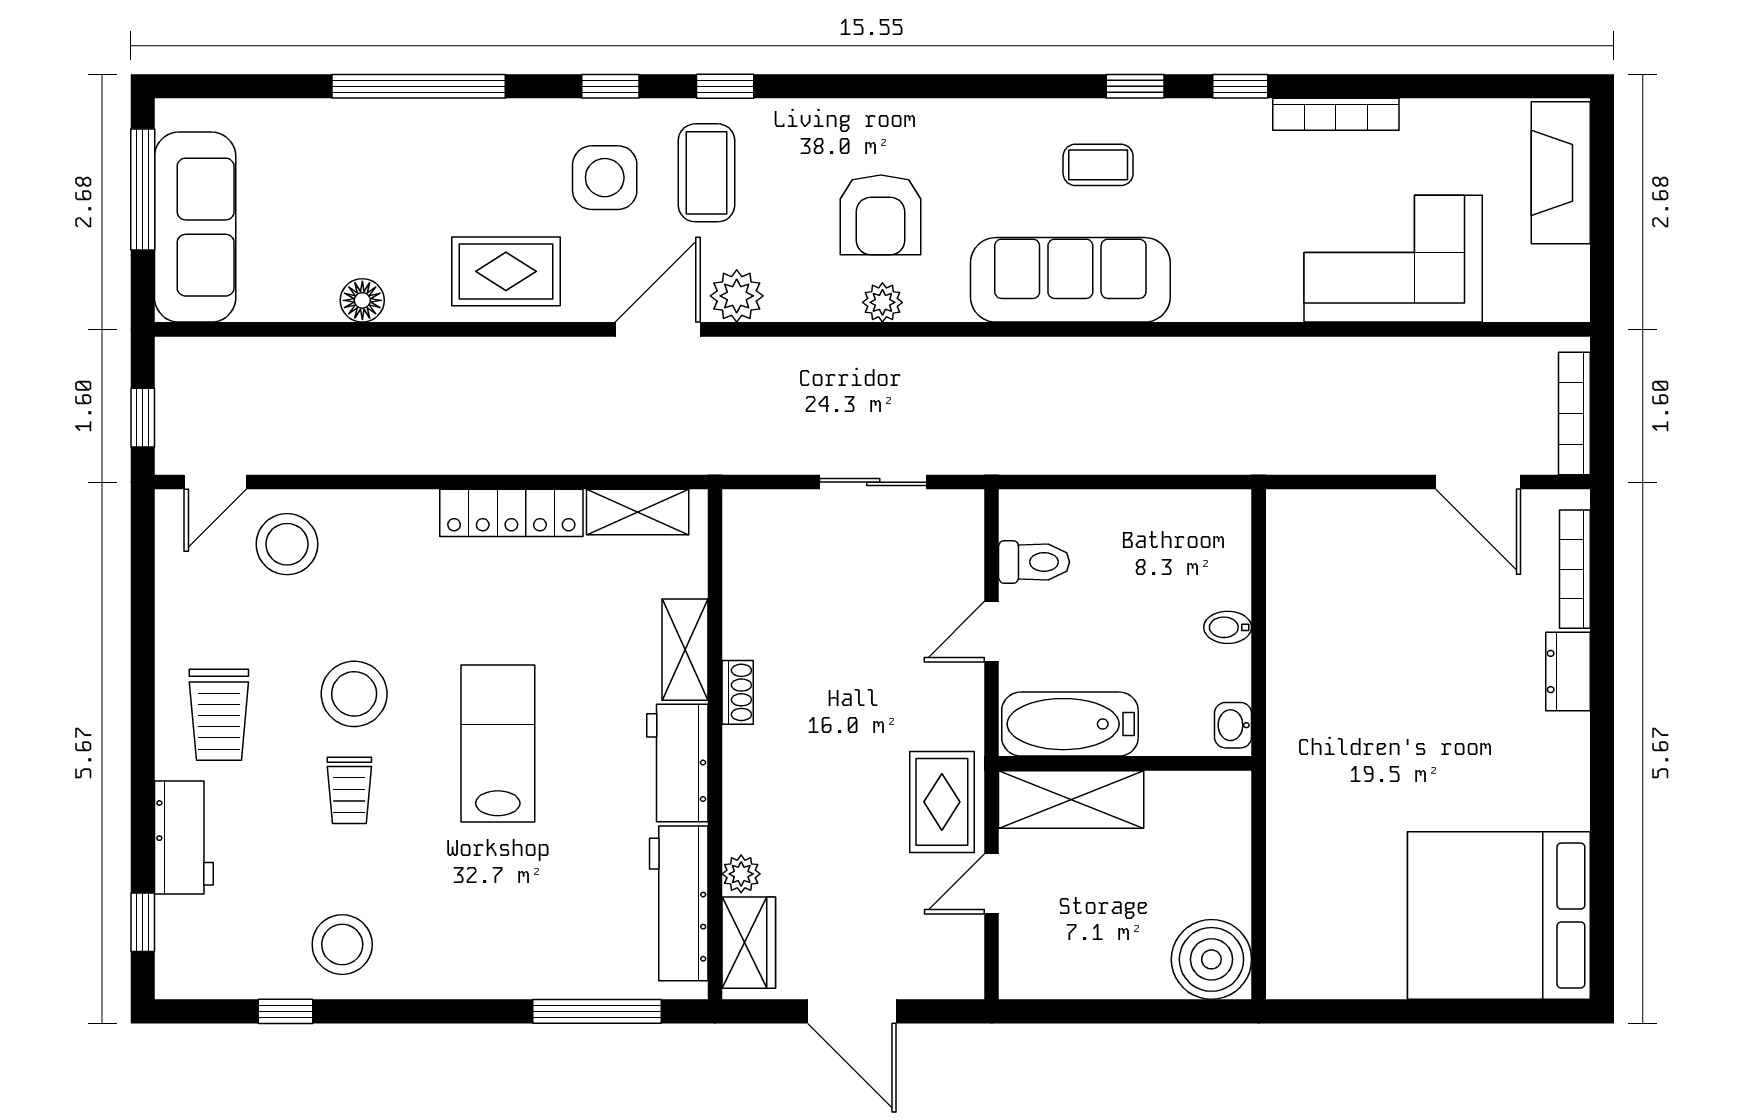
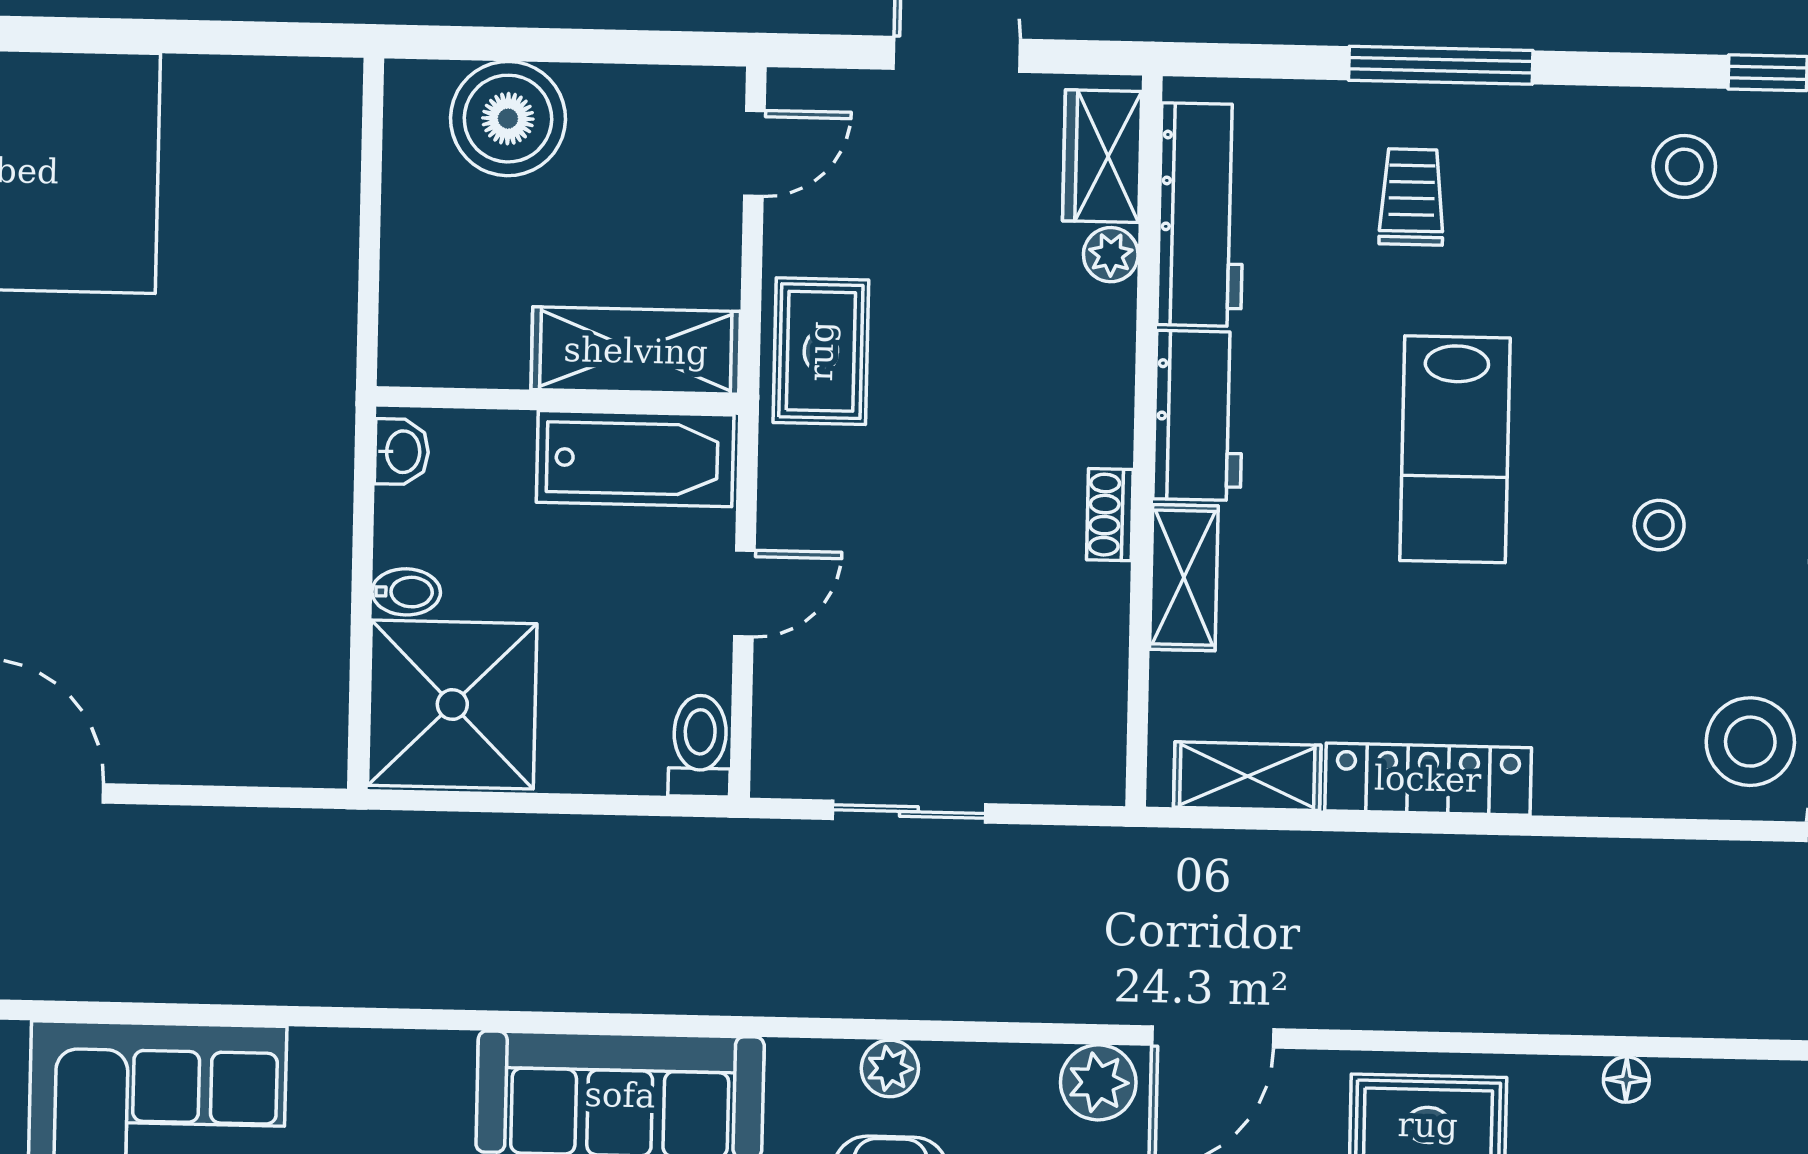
floor lamp: (362, 300) -> (1626, 1080), width x0.73, depth x0.73
shower: (1194, 550) -> (452, 704), added
toilet: (1034, 562) -> (700, 746), moved, turned 90
stool: (354, 694) -> (1659, 525), width x0.53, depth x0.53
trolley: (349, 790) -> (1412, 197), moved
door: (992, 884) -> (754, 153), moved
stool: (342, 945) -> (1684, 167), width x0.73, depth x0.73
boiler: (1211, 959) -> (508, 119), moved
window: (597, 1011) -> (1441, 65), moved

